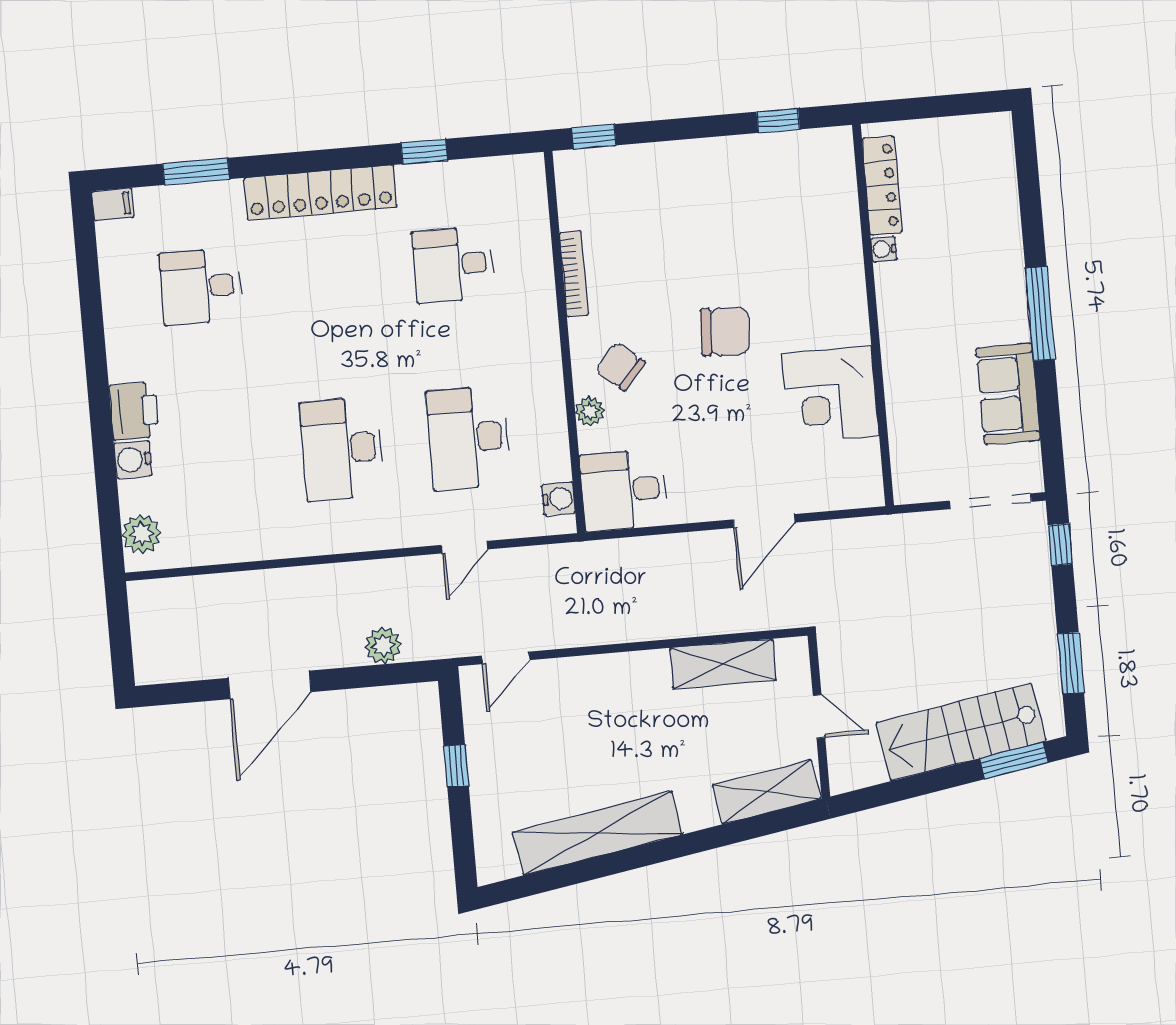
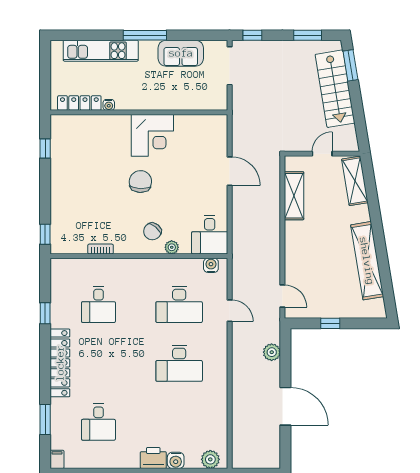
kitchen unit: (998, 222) -> (101, 51), added
bookcase: (574, 274) -> (101, 249), width x0.64
corner desk: (830, 394) -> (152, 135), moved

